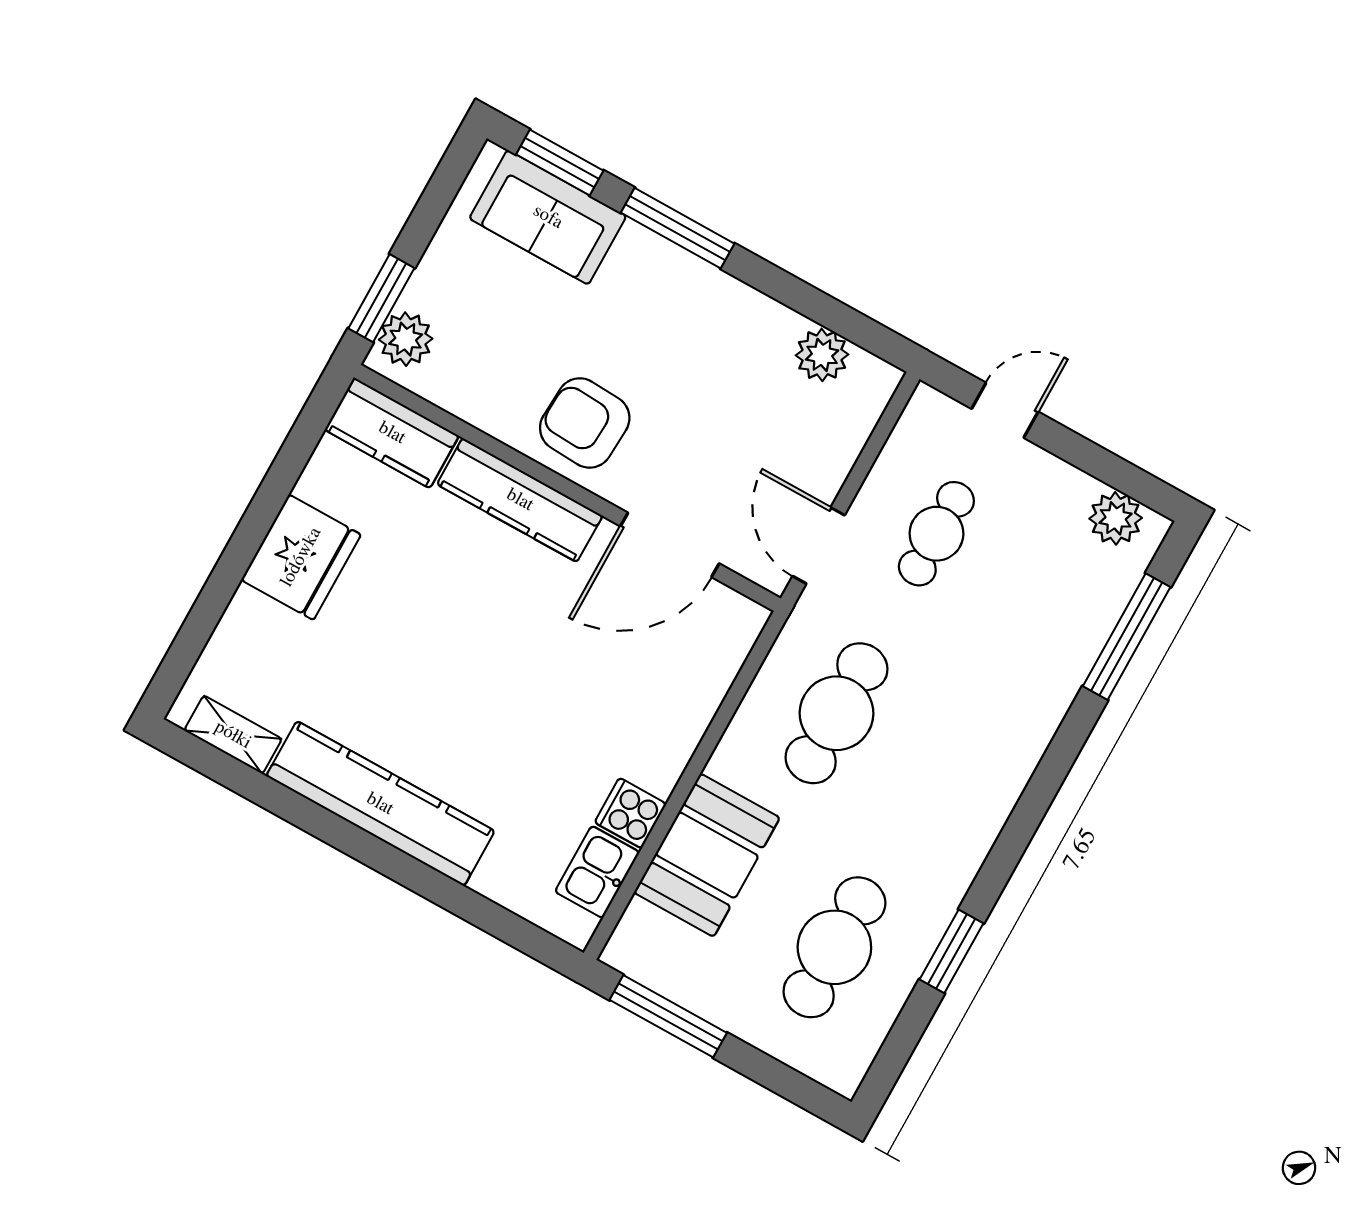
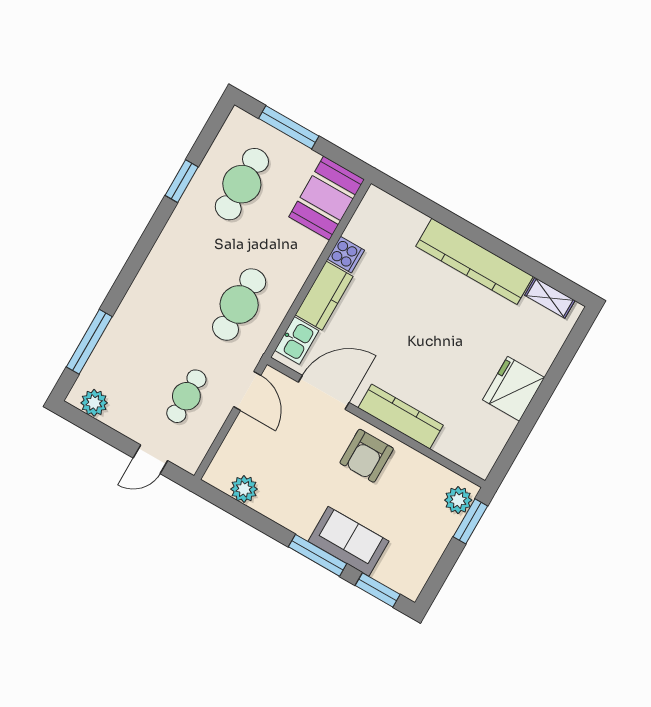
sofa: (548, 217) -> (348, 541), moved
armchair: (585, 423) -> (367, 456), turned 87
kitchen counter: (392, 433) -> (324, 296), moved, turned 90
booth: (707, 855) -> (327, 198), moved
kitchen sink: (597, 872) -> (297, 340), moved
window: (668, 1016) -> (289, 127), moved

